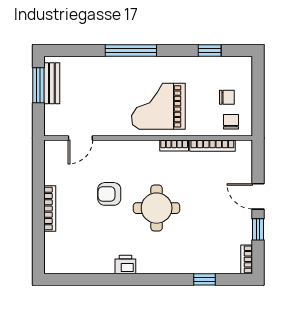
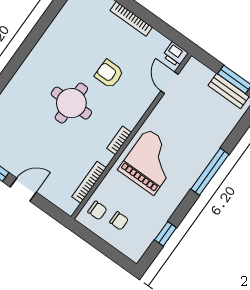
chair: (227, 97) -> (119, 221), turned -90
bookcase: (174, 145) -> (119, 140), moved
armchair: (109, 194) -> (109, 74), turned -90
printer: (125, 265) -> (175, 54), moved, turned 90

